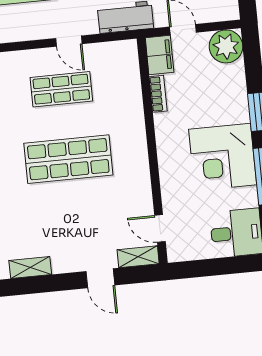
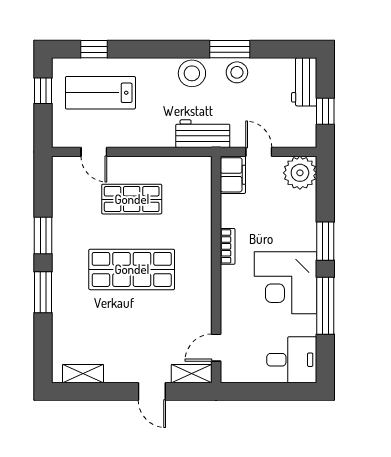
door: (69, 41) -> (94, 152), moved
bookcase: (158, 94) -> (228, 246), moved
door: (160, 228) -> (216, 348), hinge flipped

